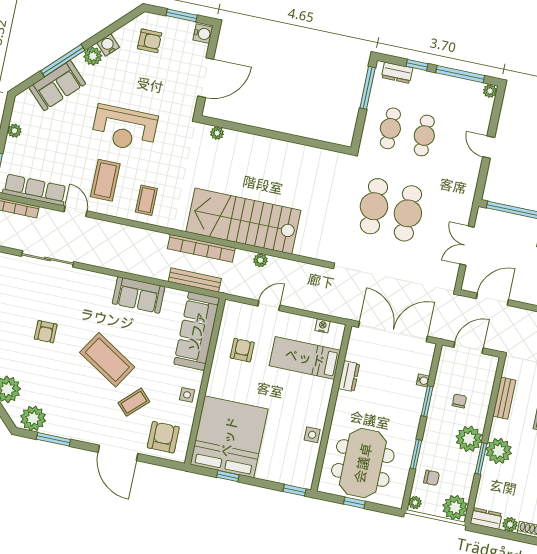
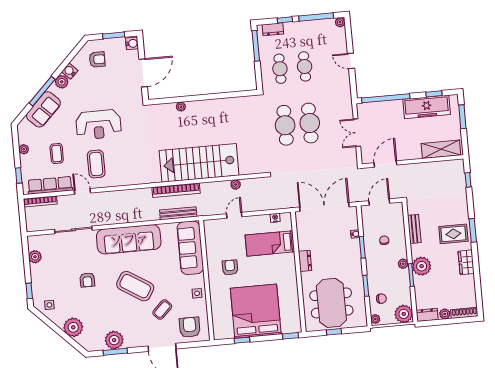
plant: (217, 133) -> (181, 107), moved
coffee table: (146, 200) -> (57, 153), moved
plant: (260, 260) -> (236, 184), moved
sofa: (139, 295) -> (129, 239), width x1.85, depth x1.27
armchair: (242, 350) -> (230, 267), moved
dresser: (349, 376) -> (305, 261), moved
plant: (33, 418) -> (114, 340), moved
side table: (312, 435) -> (291, 294), removed
bed: (229, 437) -> (256, 311), moved
plant: (469, 439) -> (403, 264), width x0.53, depth x0.53

